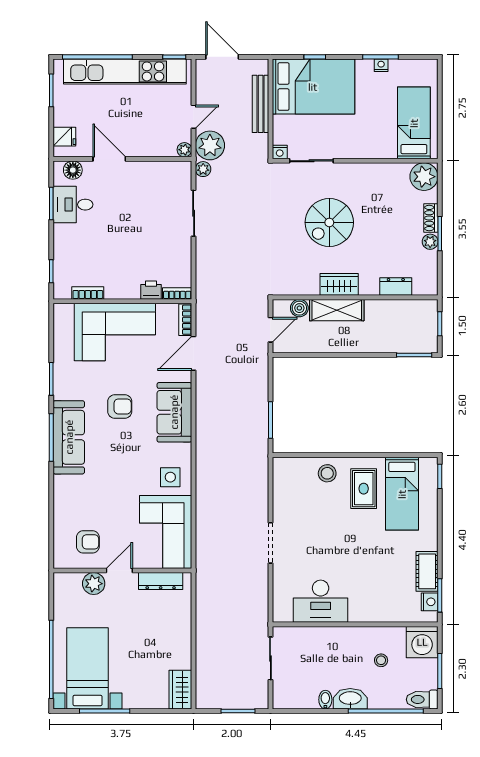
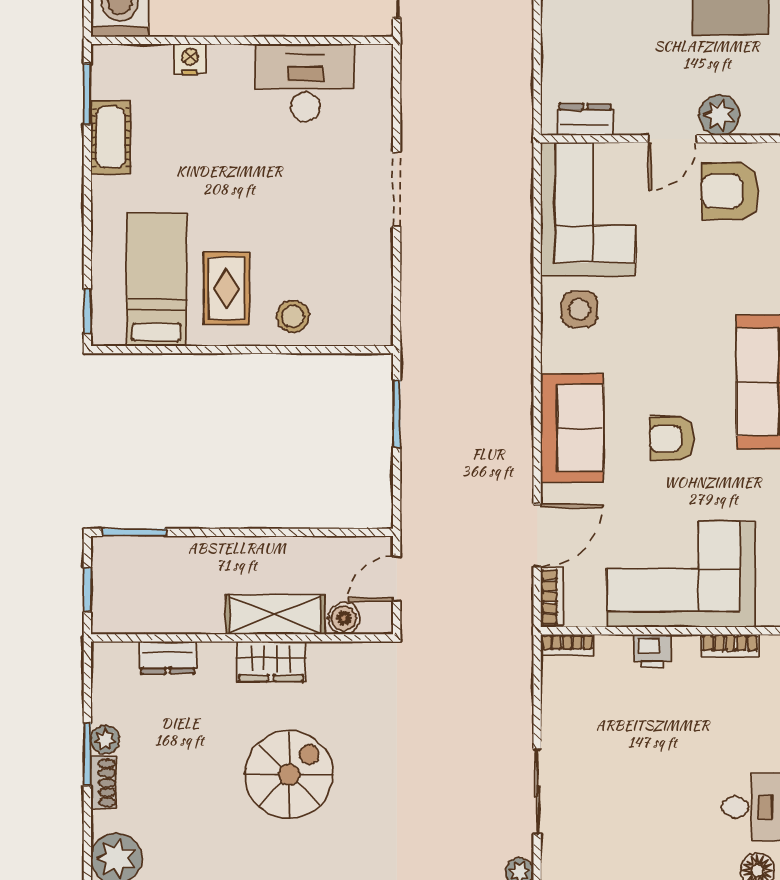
printer: (151, 290) -> (652, 651), moved
armchair: (88, 542) -> (730, 191), width x1.38, depth x1.38
dresser: (161, 581) -> (585, 120), width x0.70
nightstand: (430, 602) -> (190, 59), moved, turned 90

